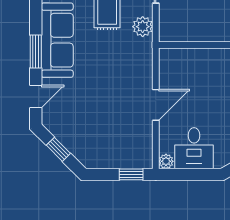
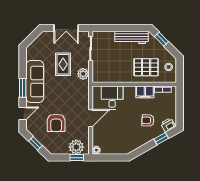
armchair: (95, 113) -> (56, 123), added
desk: (194, 148) -> (112, 98), moved, turned 180
plant: (131, 156) -> (76, 147), added

